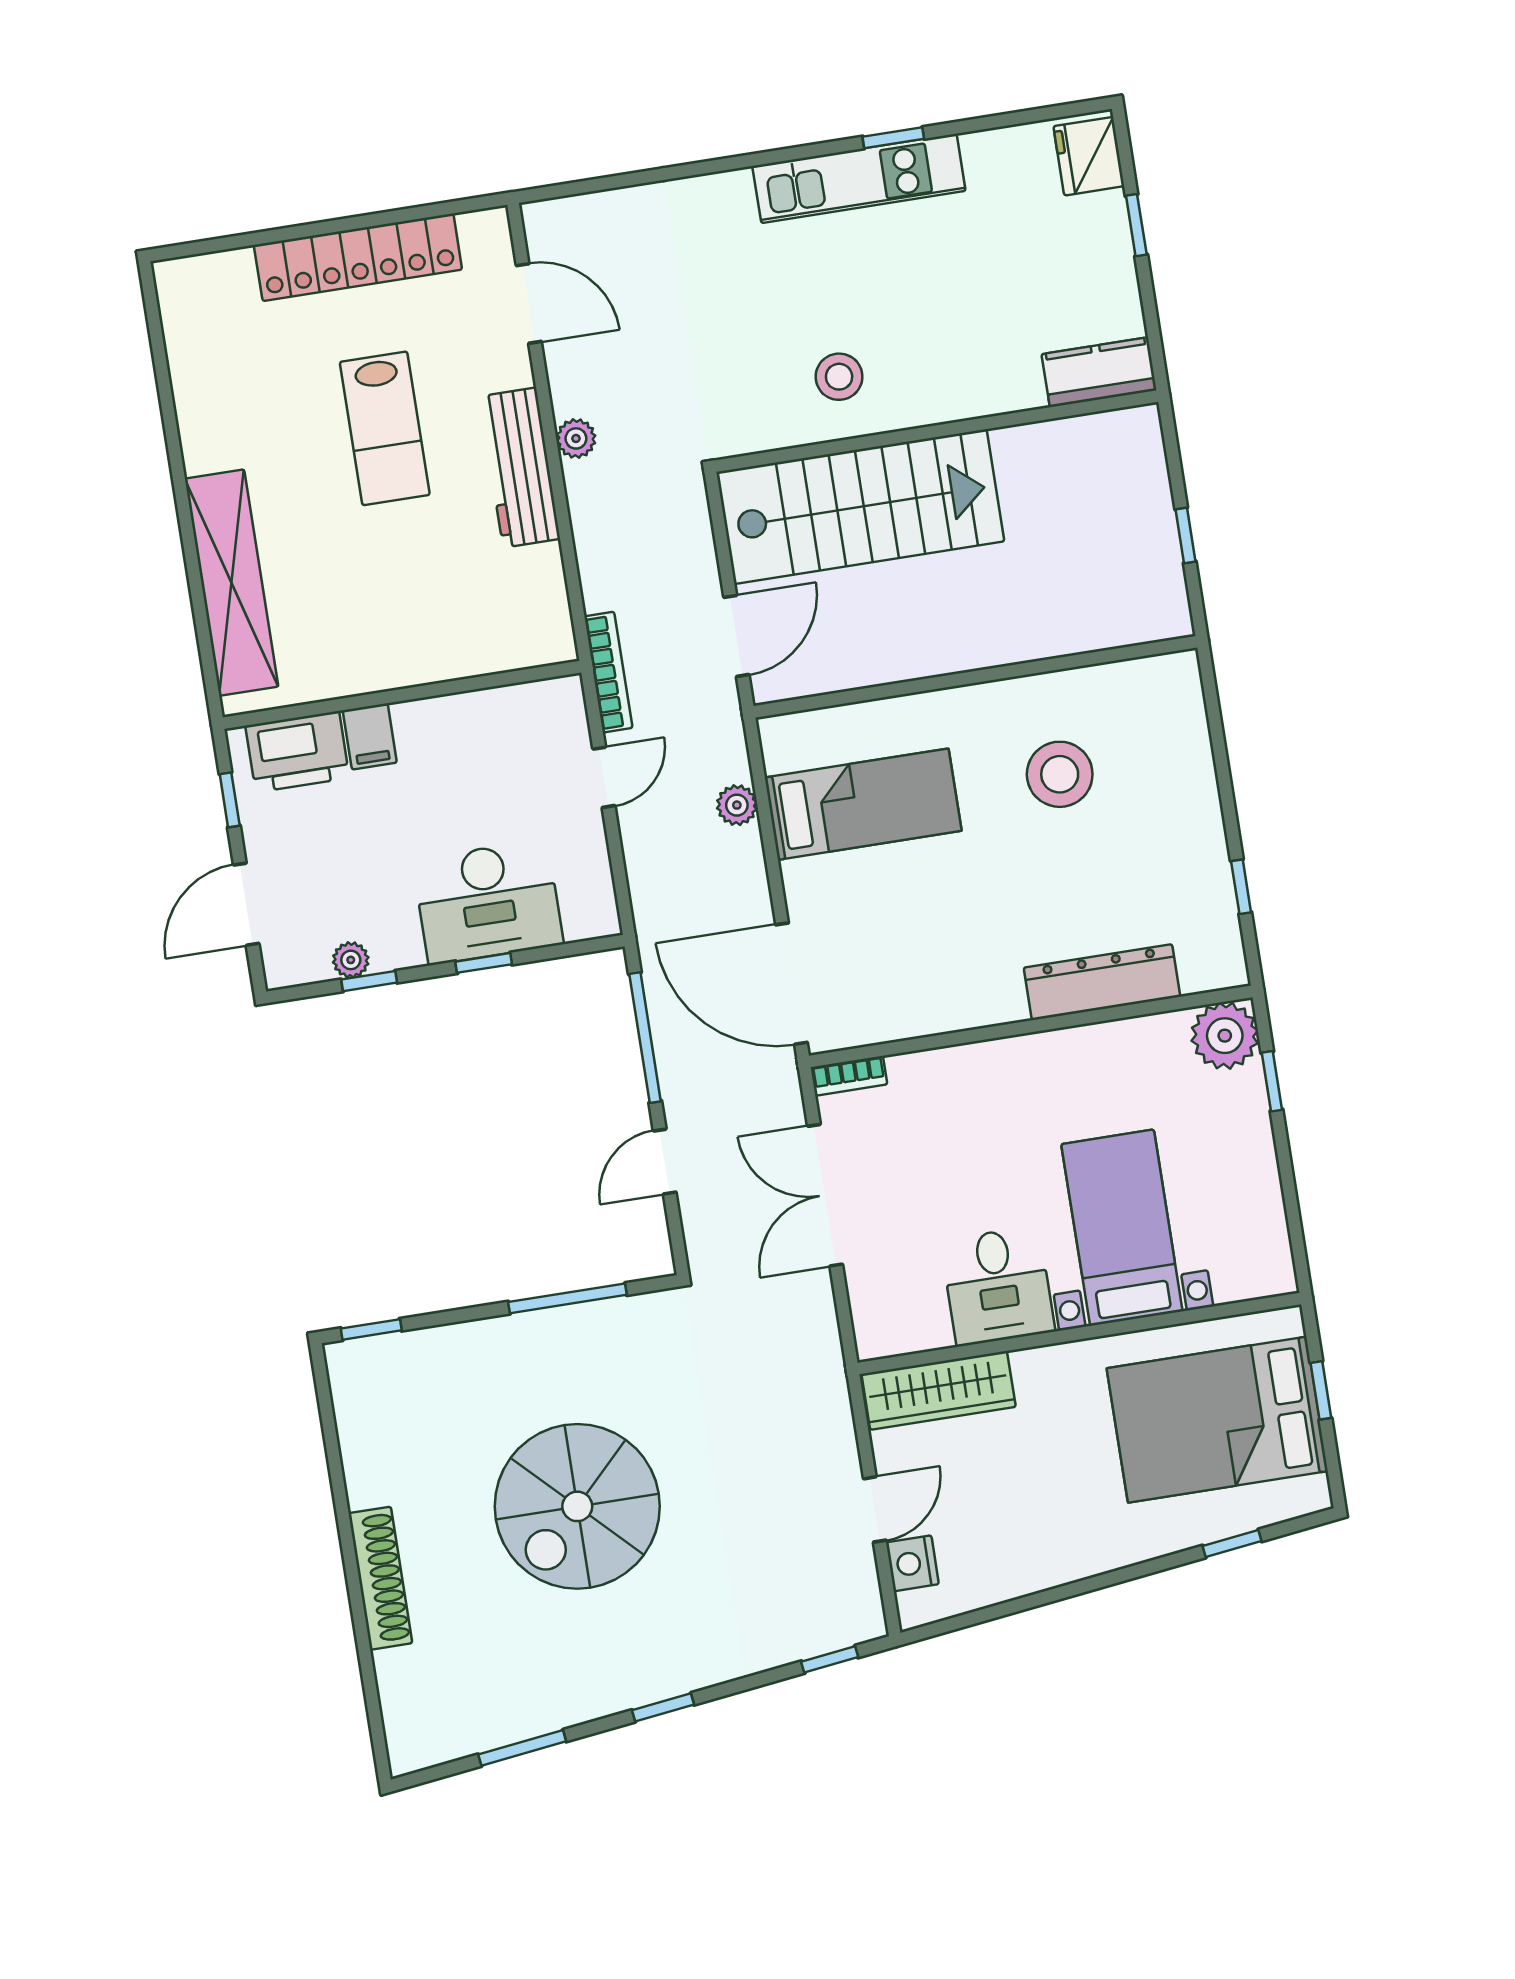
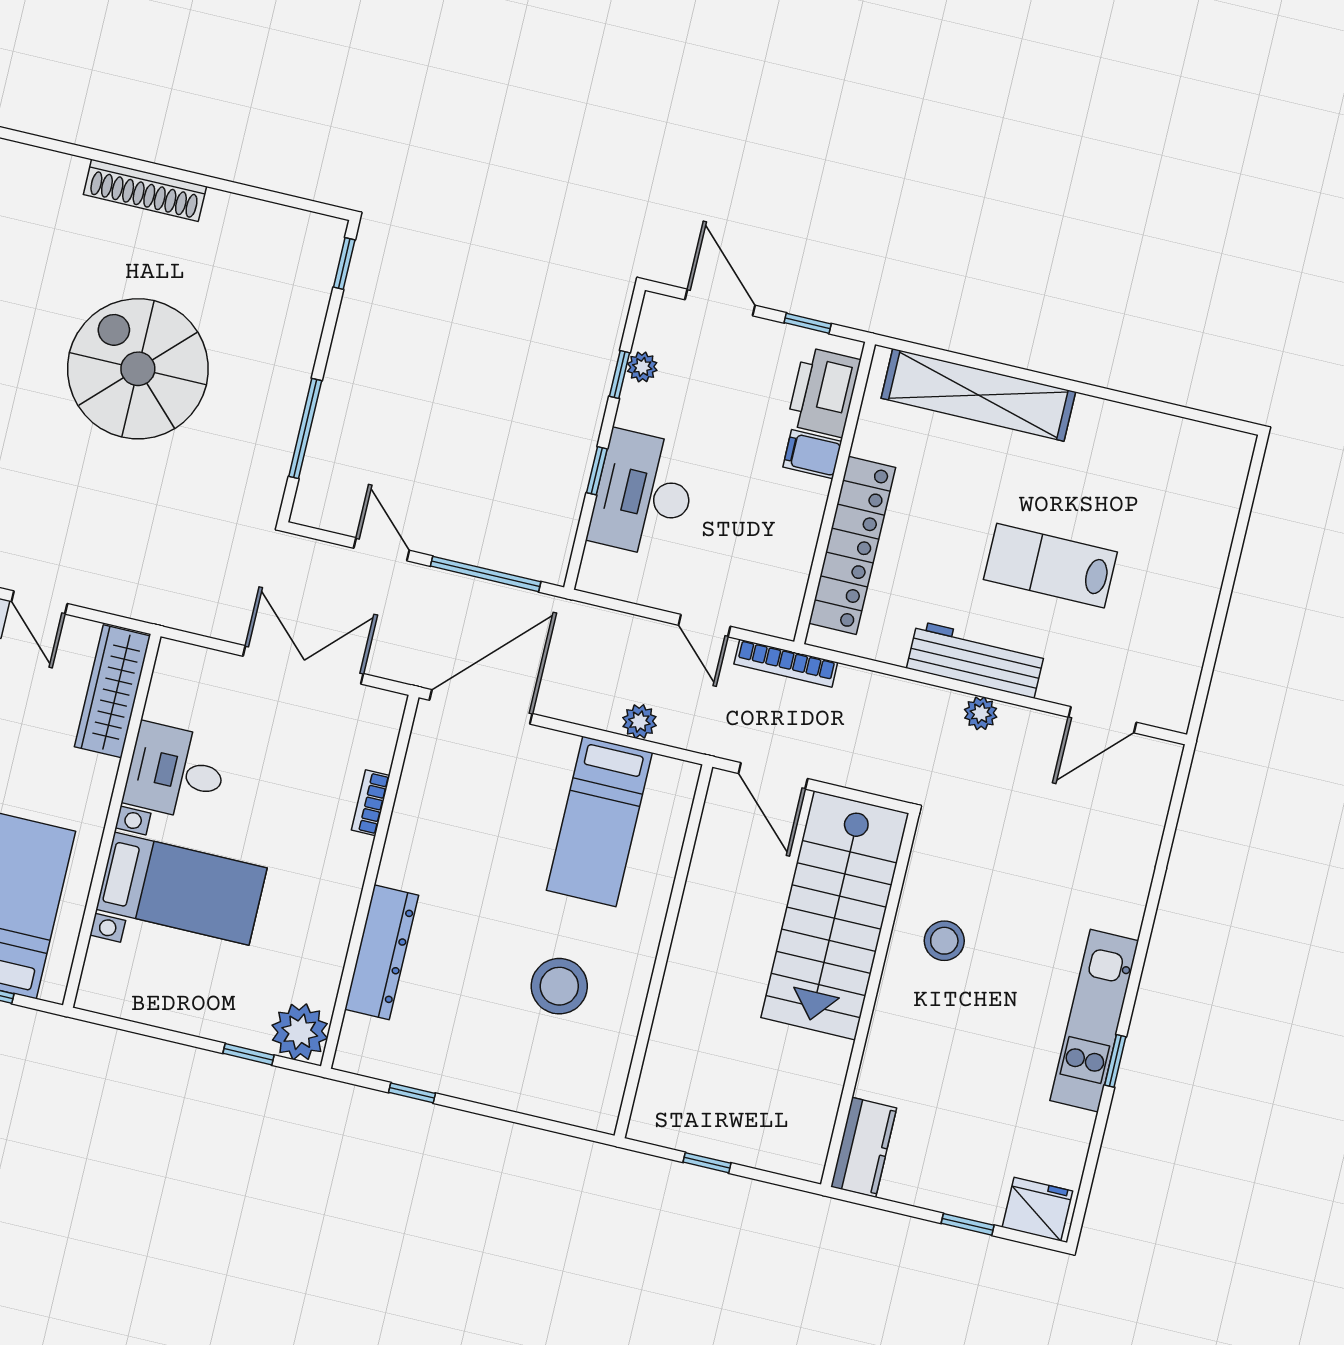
locker: (358, 257) -> (852, 545), moved, turned 180
bookcase: (849, 1076) -> (371, 803), moved

